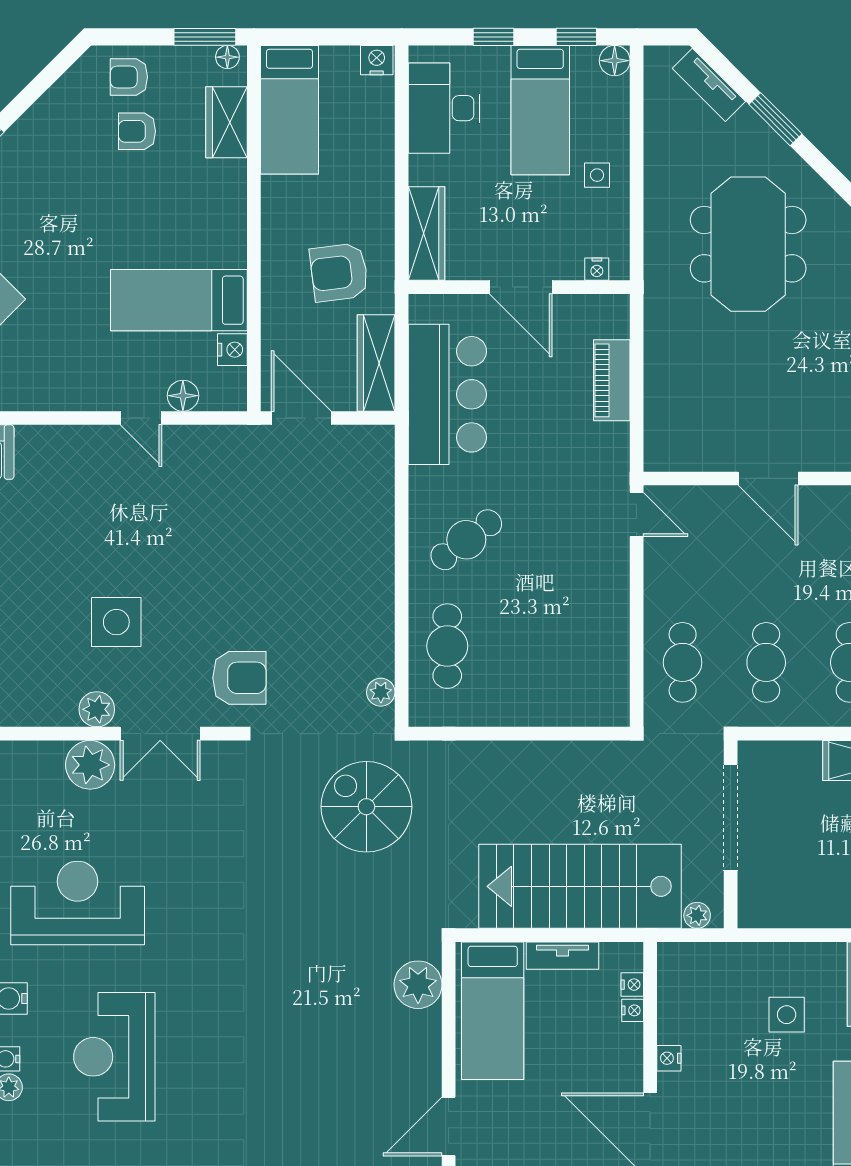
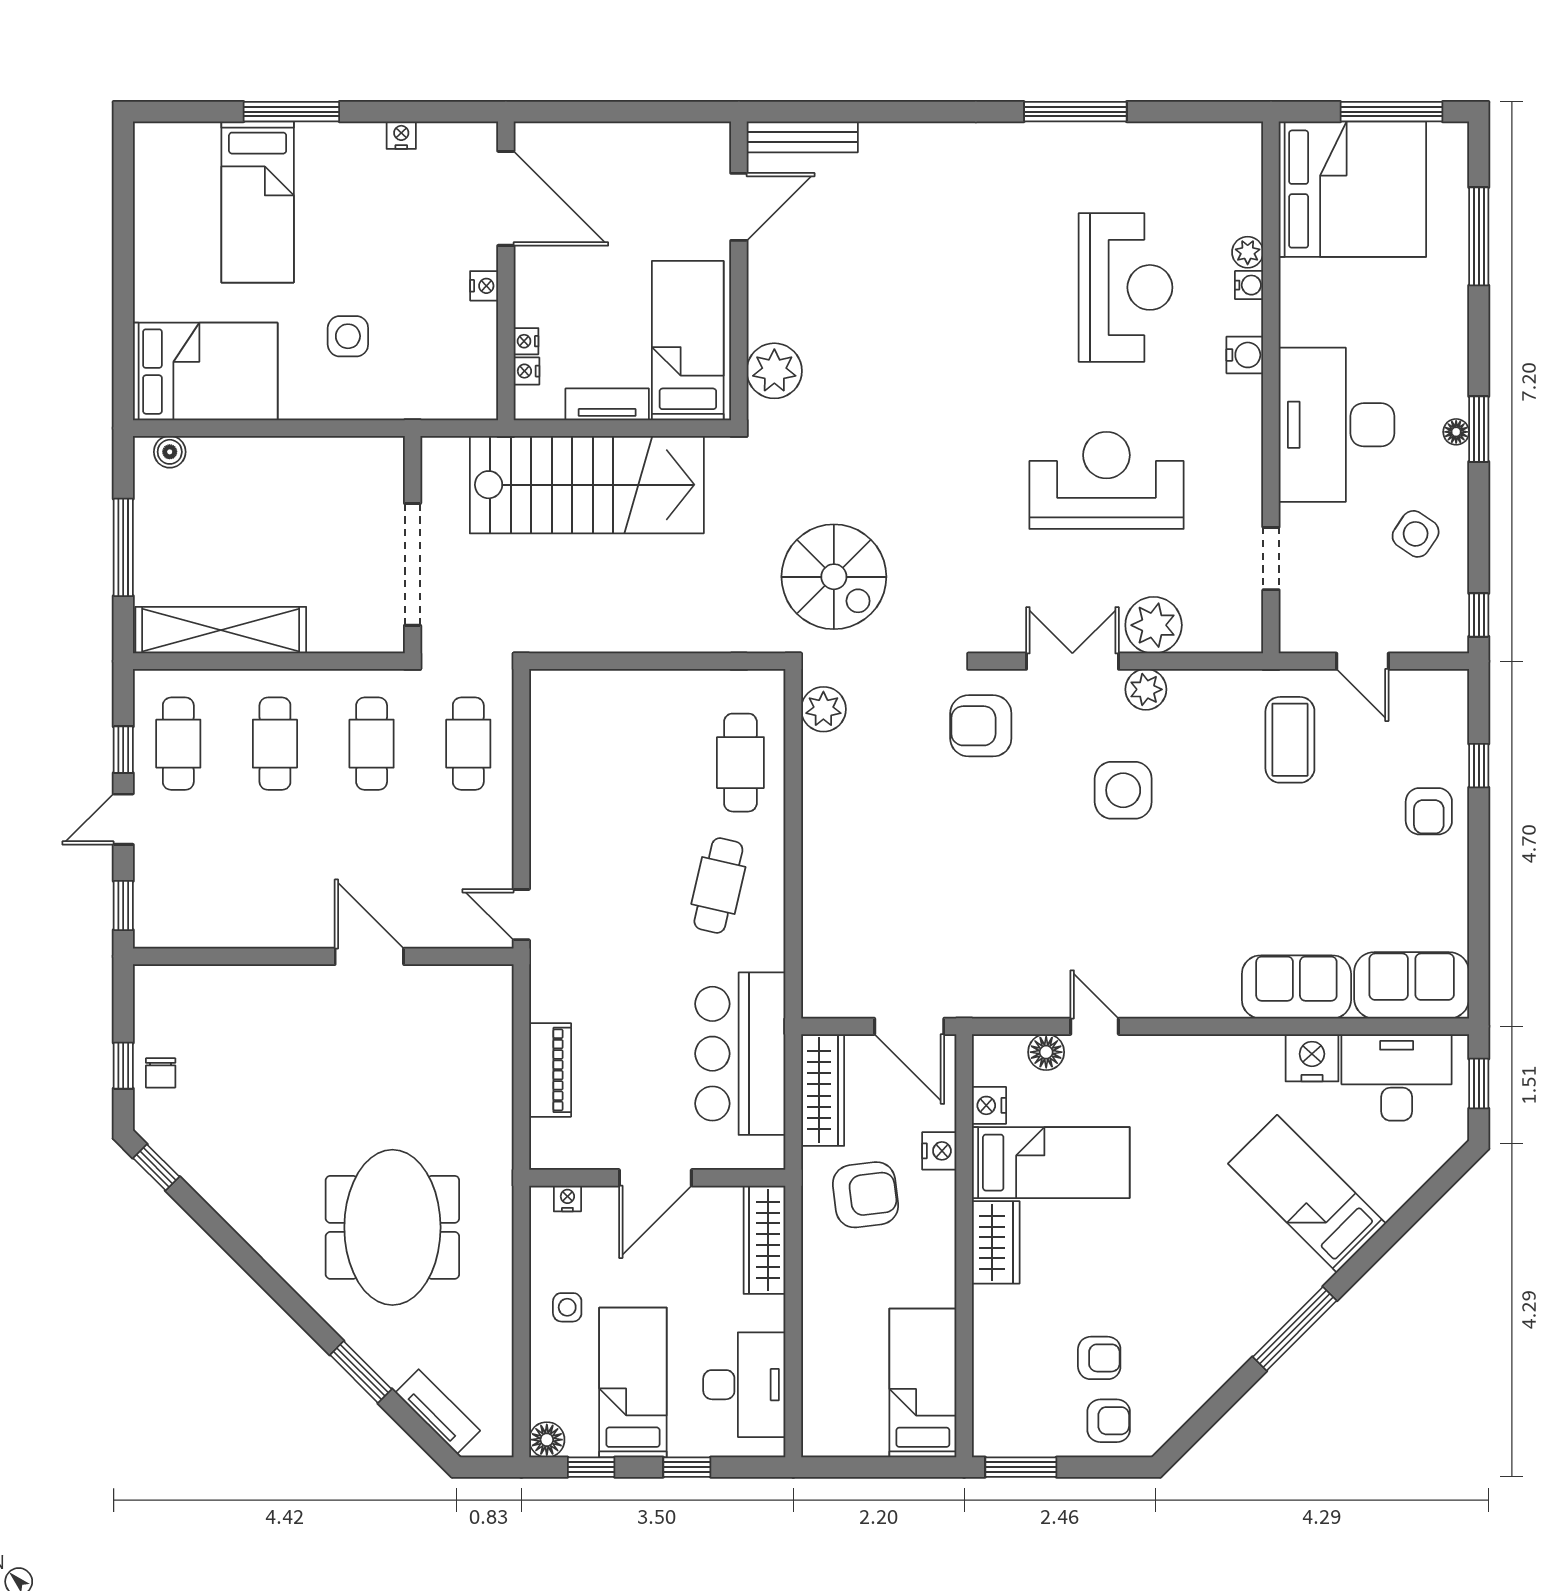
floor lamp: (227, 57) -> (995, 1444), removed
nightstand: (377, 60) -> (939, 1151), moved, turned -90
wardrobe: (226, 122) -> (996, 1242), moved
door: (521, 287) -> (655, 1178), swing flipped
cafe table: (466, 540) -> (718, 886), turned -40
plant: (381, 692) -> (823, 709), width x1.38, depth x1.38
reception desk: (78, 903) -> (1106, 480), moved, turned 180
plant: (697, 915) -> (451, 451), removed

